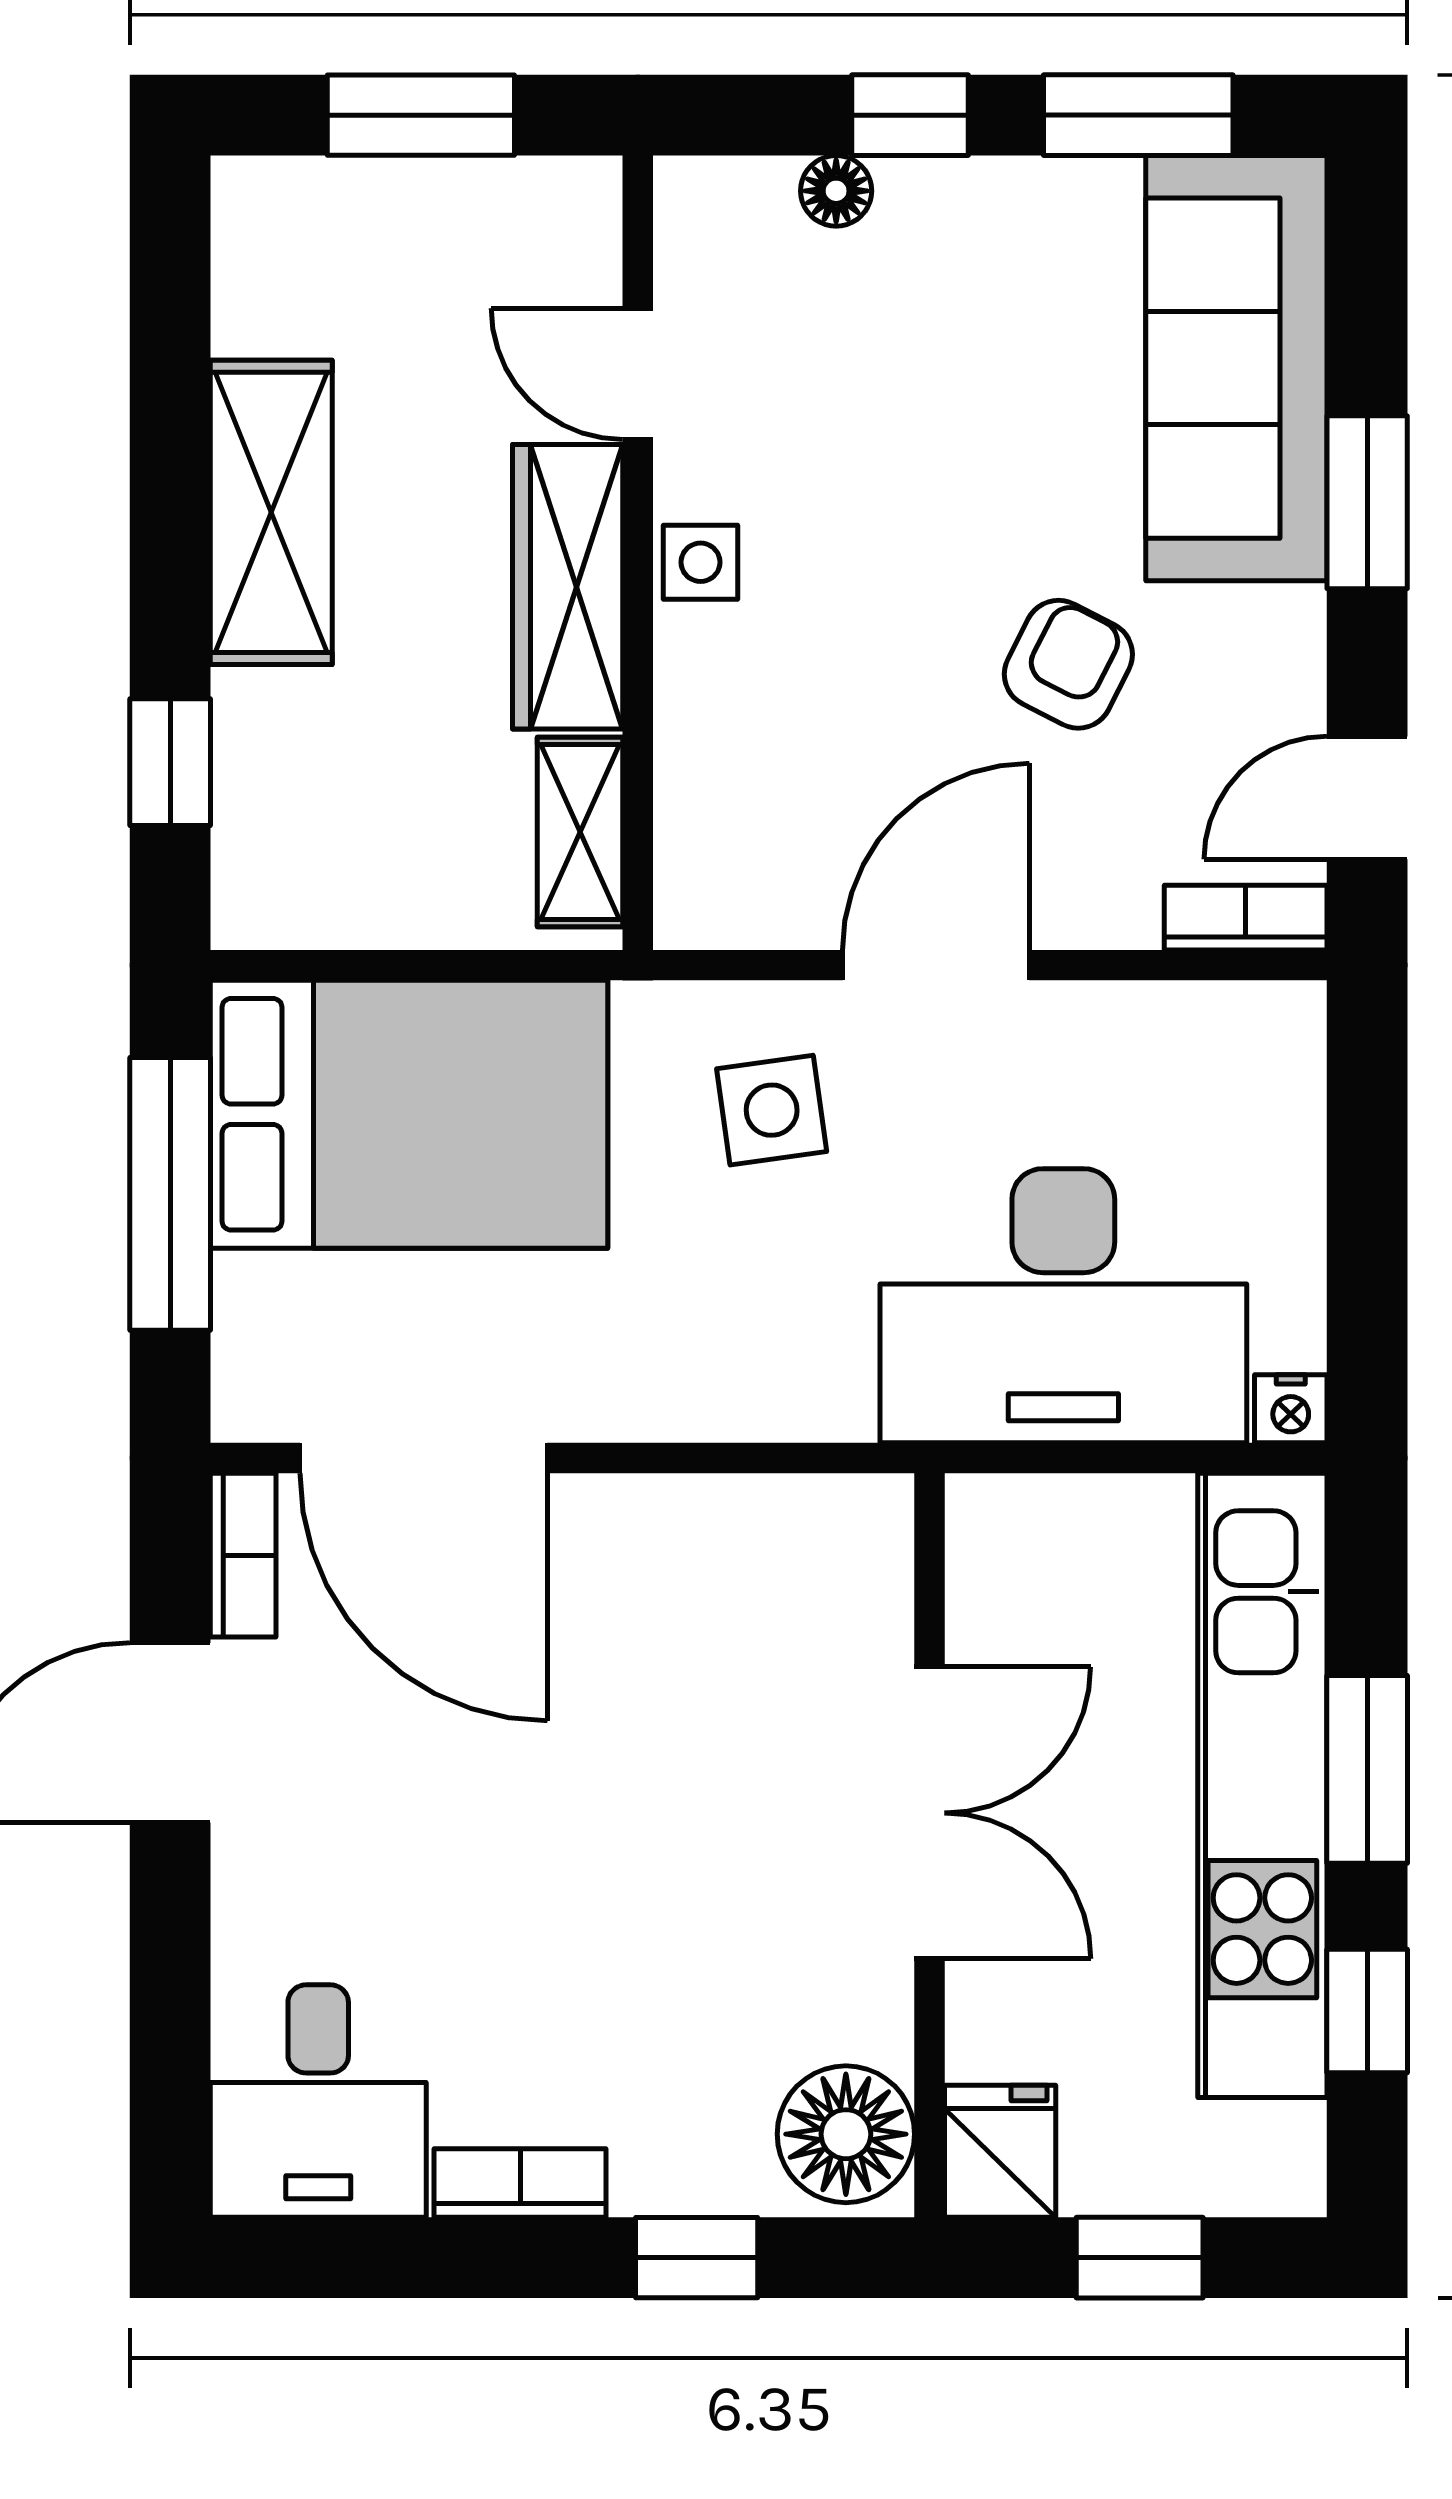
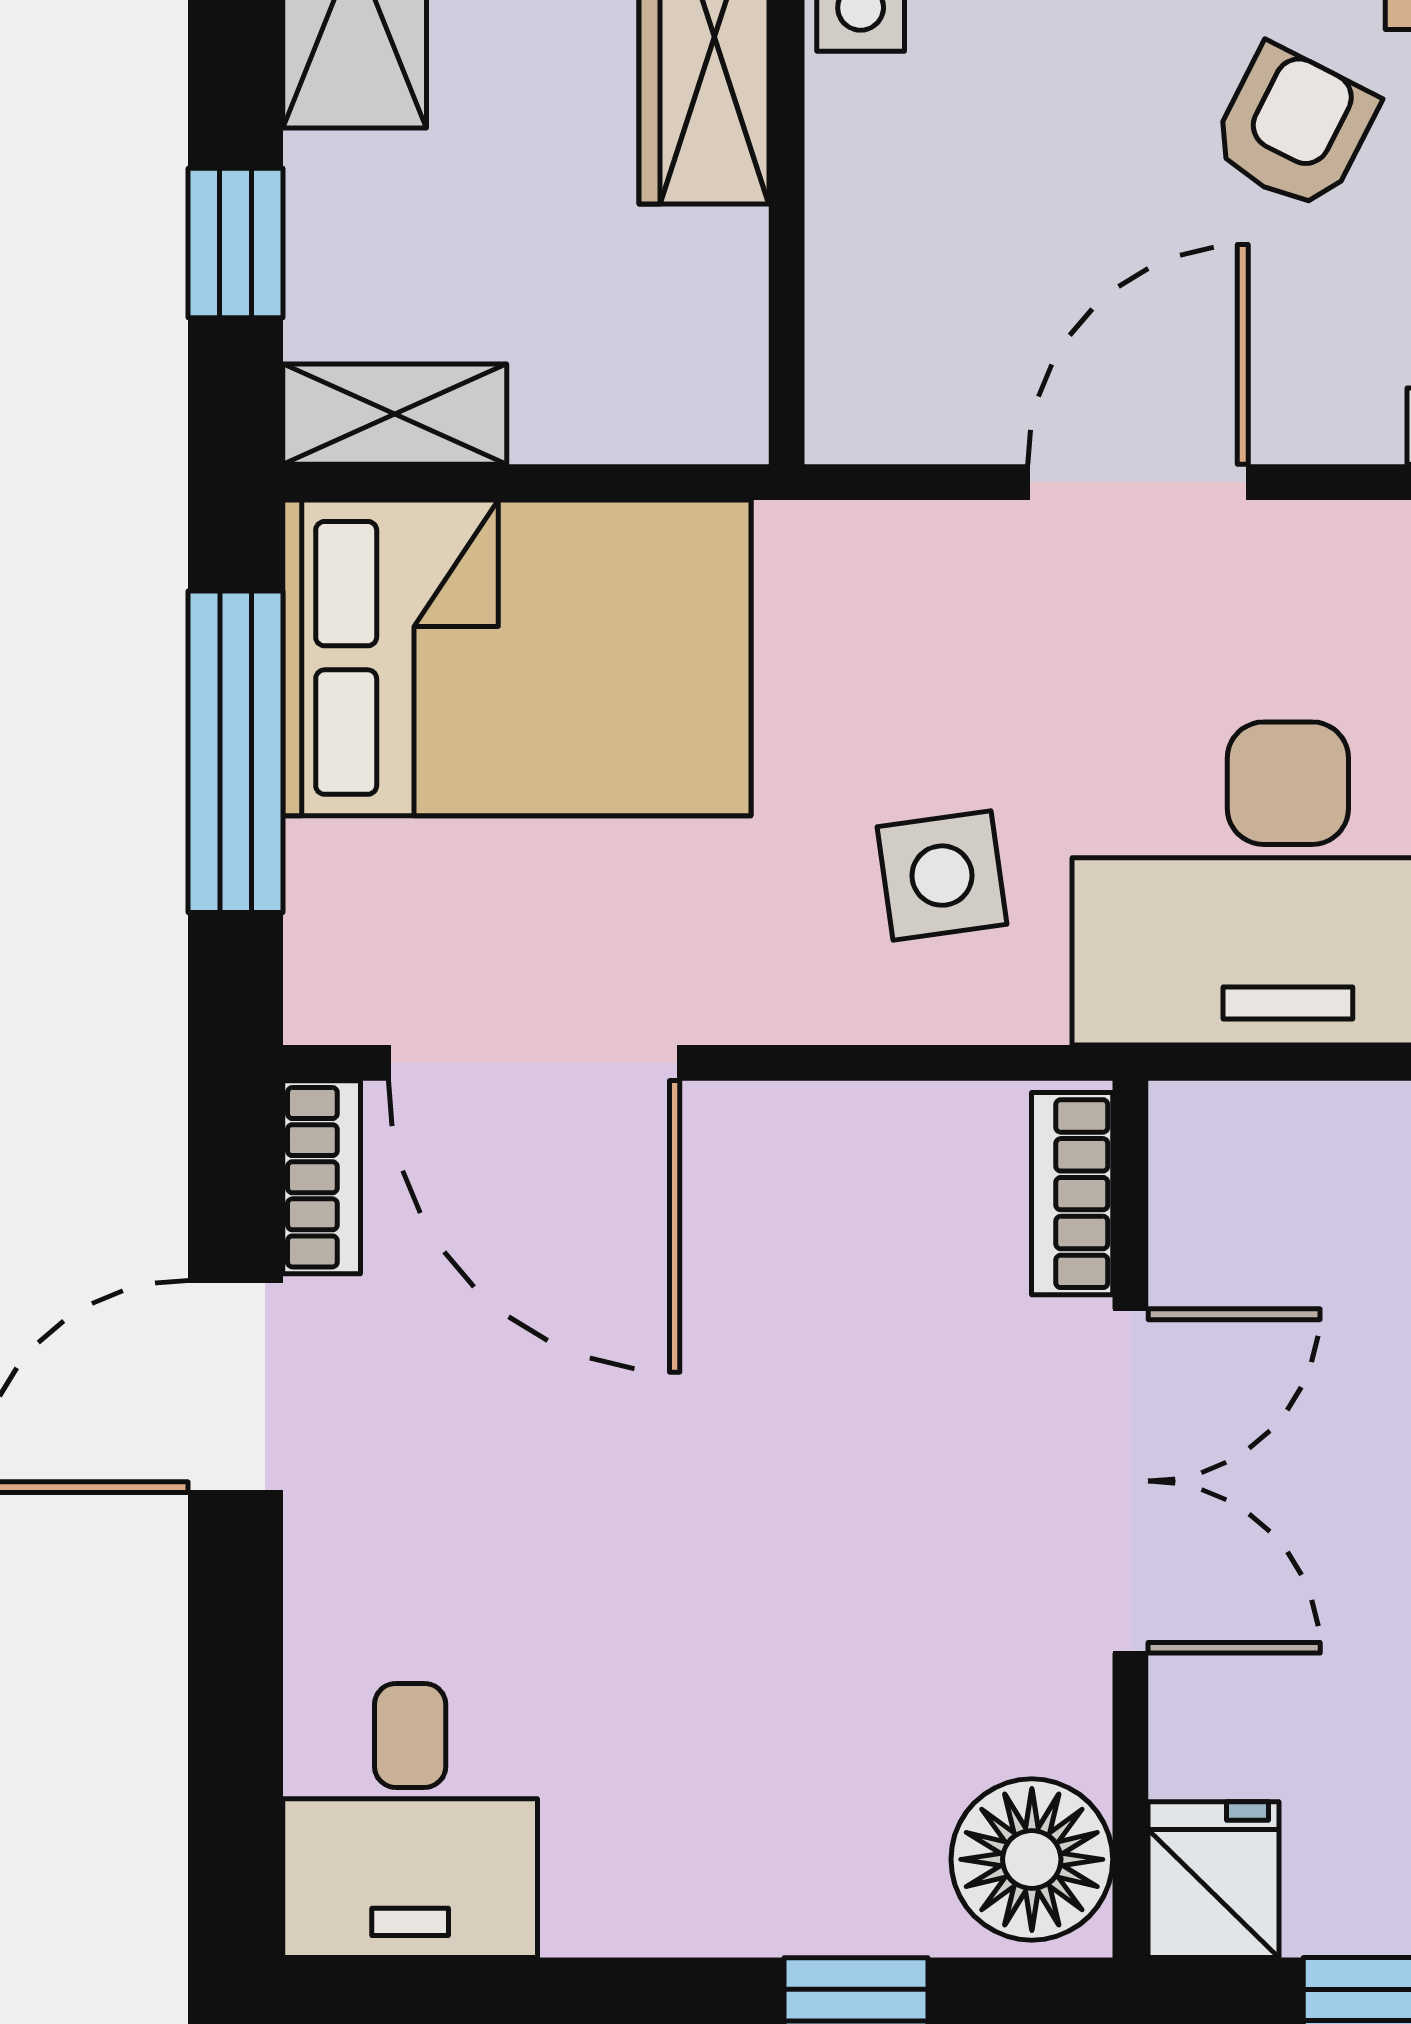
shelving: (580, 832) -> (395, 414), moved, turned 90
side table: (772, 1110) -> (942, 876), moved
bookcase: (520, 2183) -> (1072, 1194), moved, turned -90

